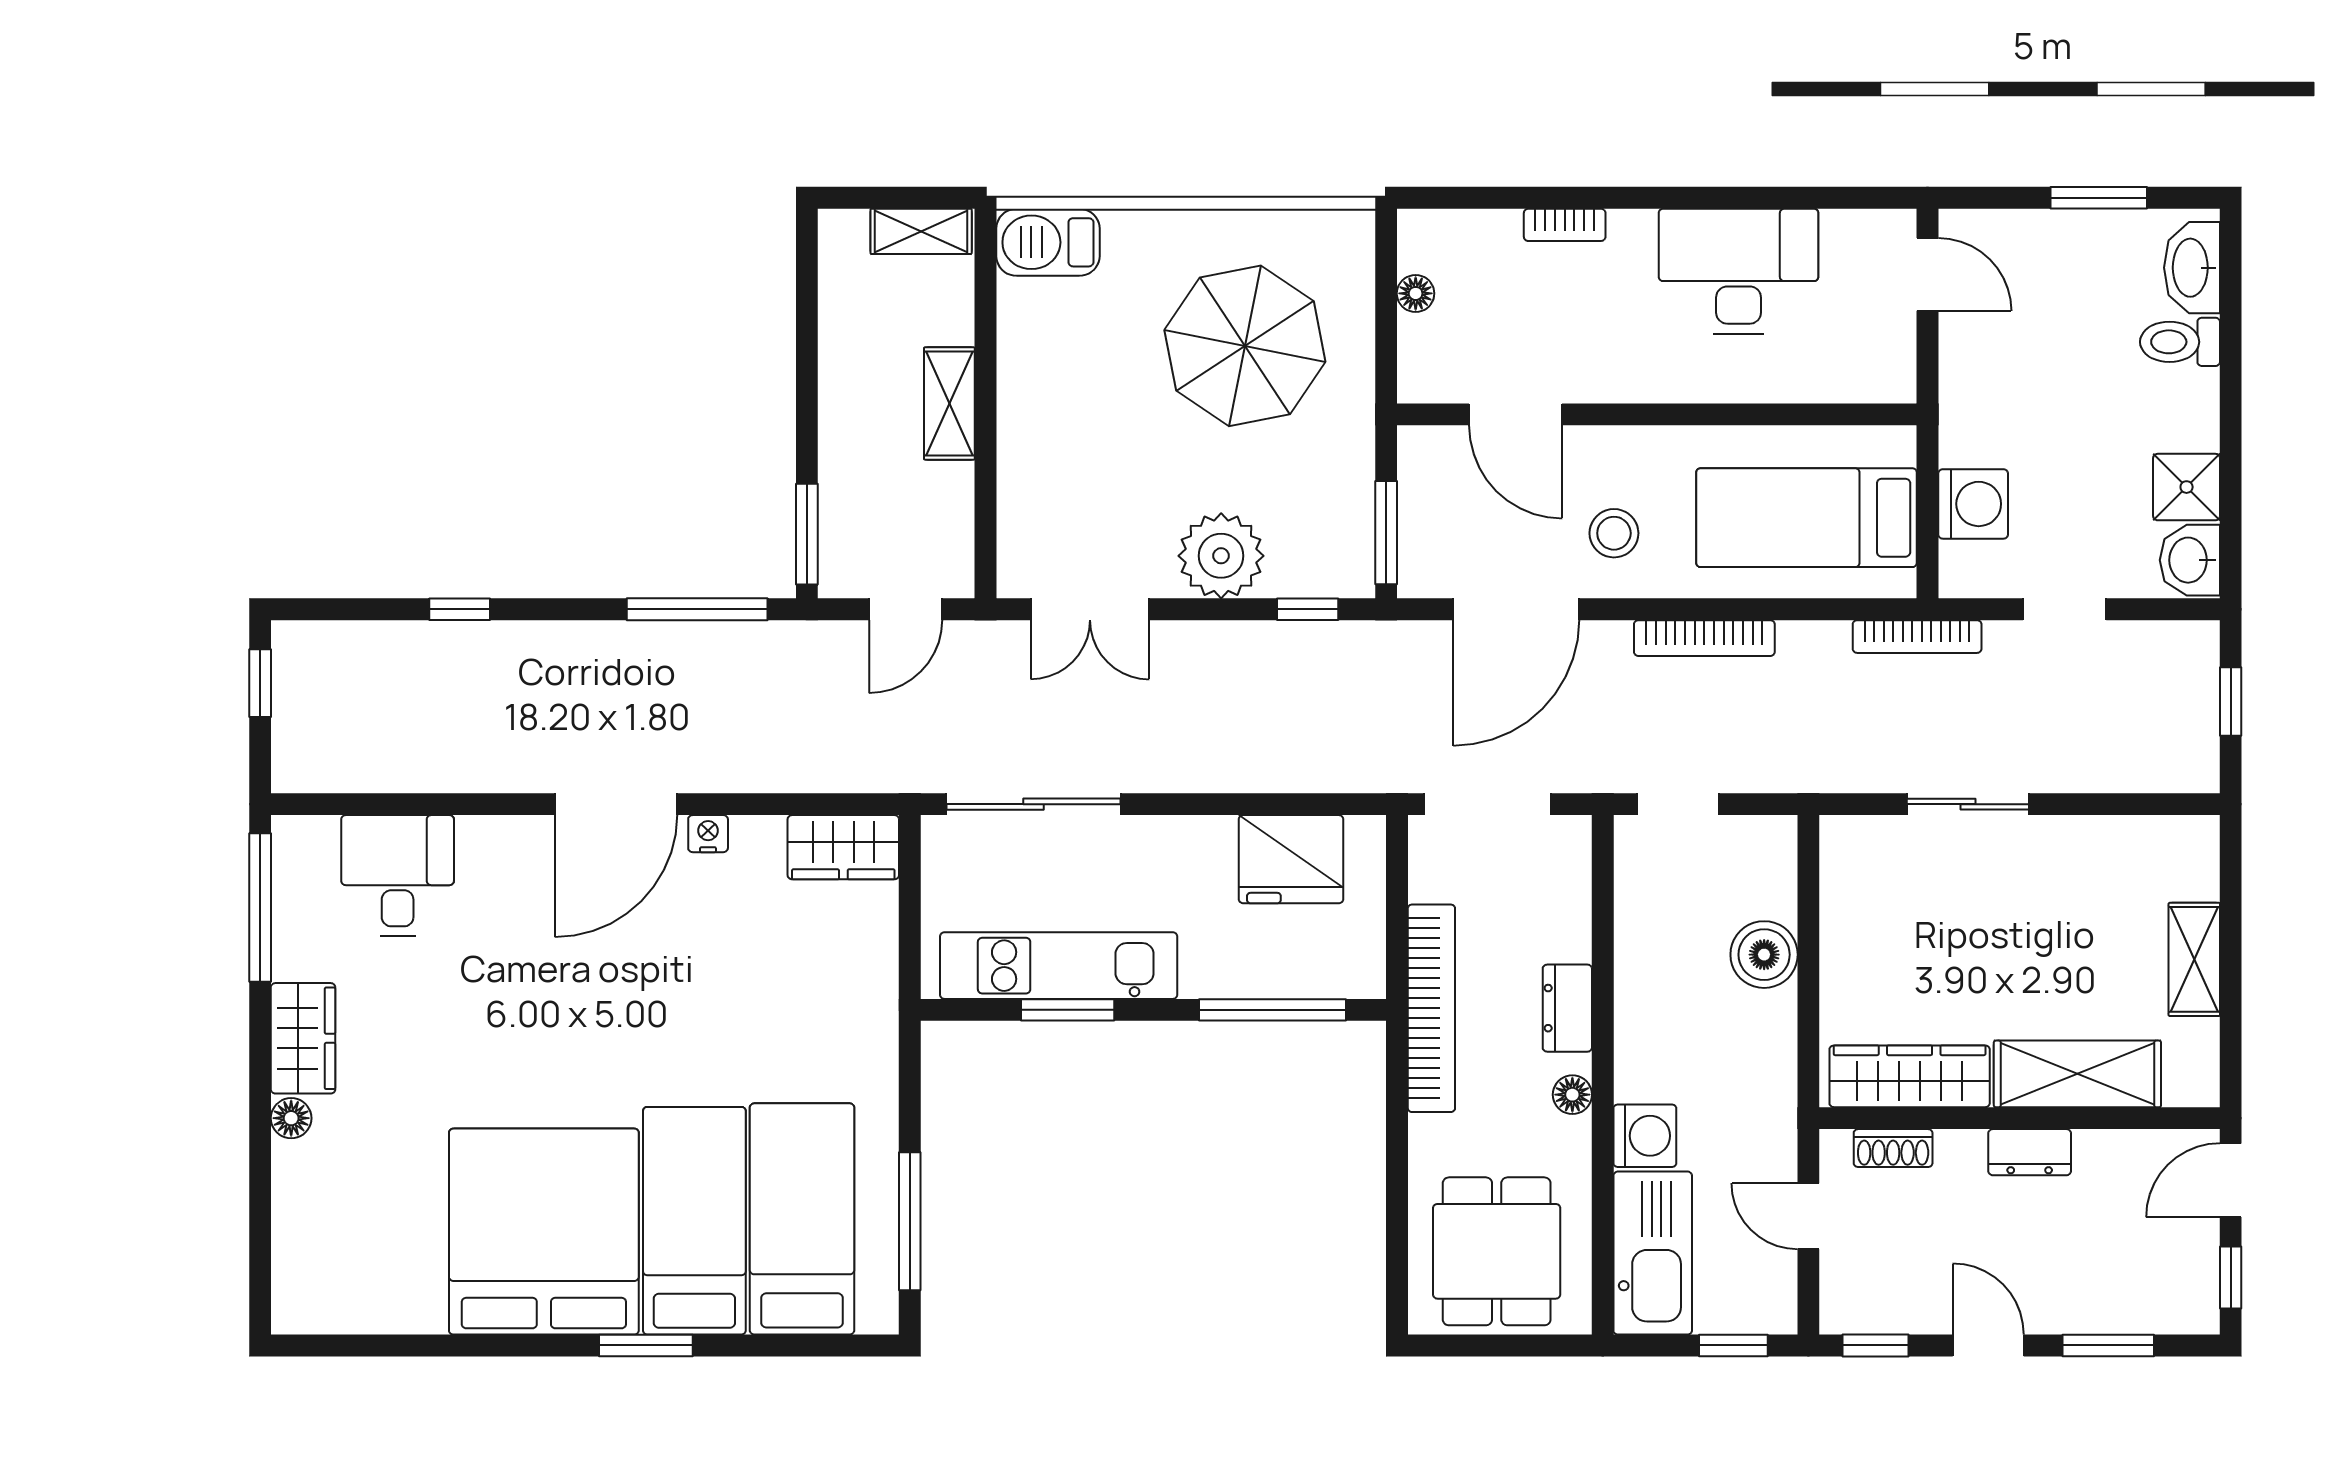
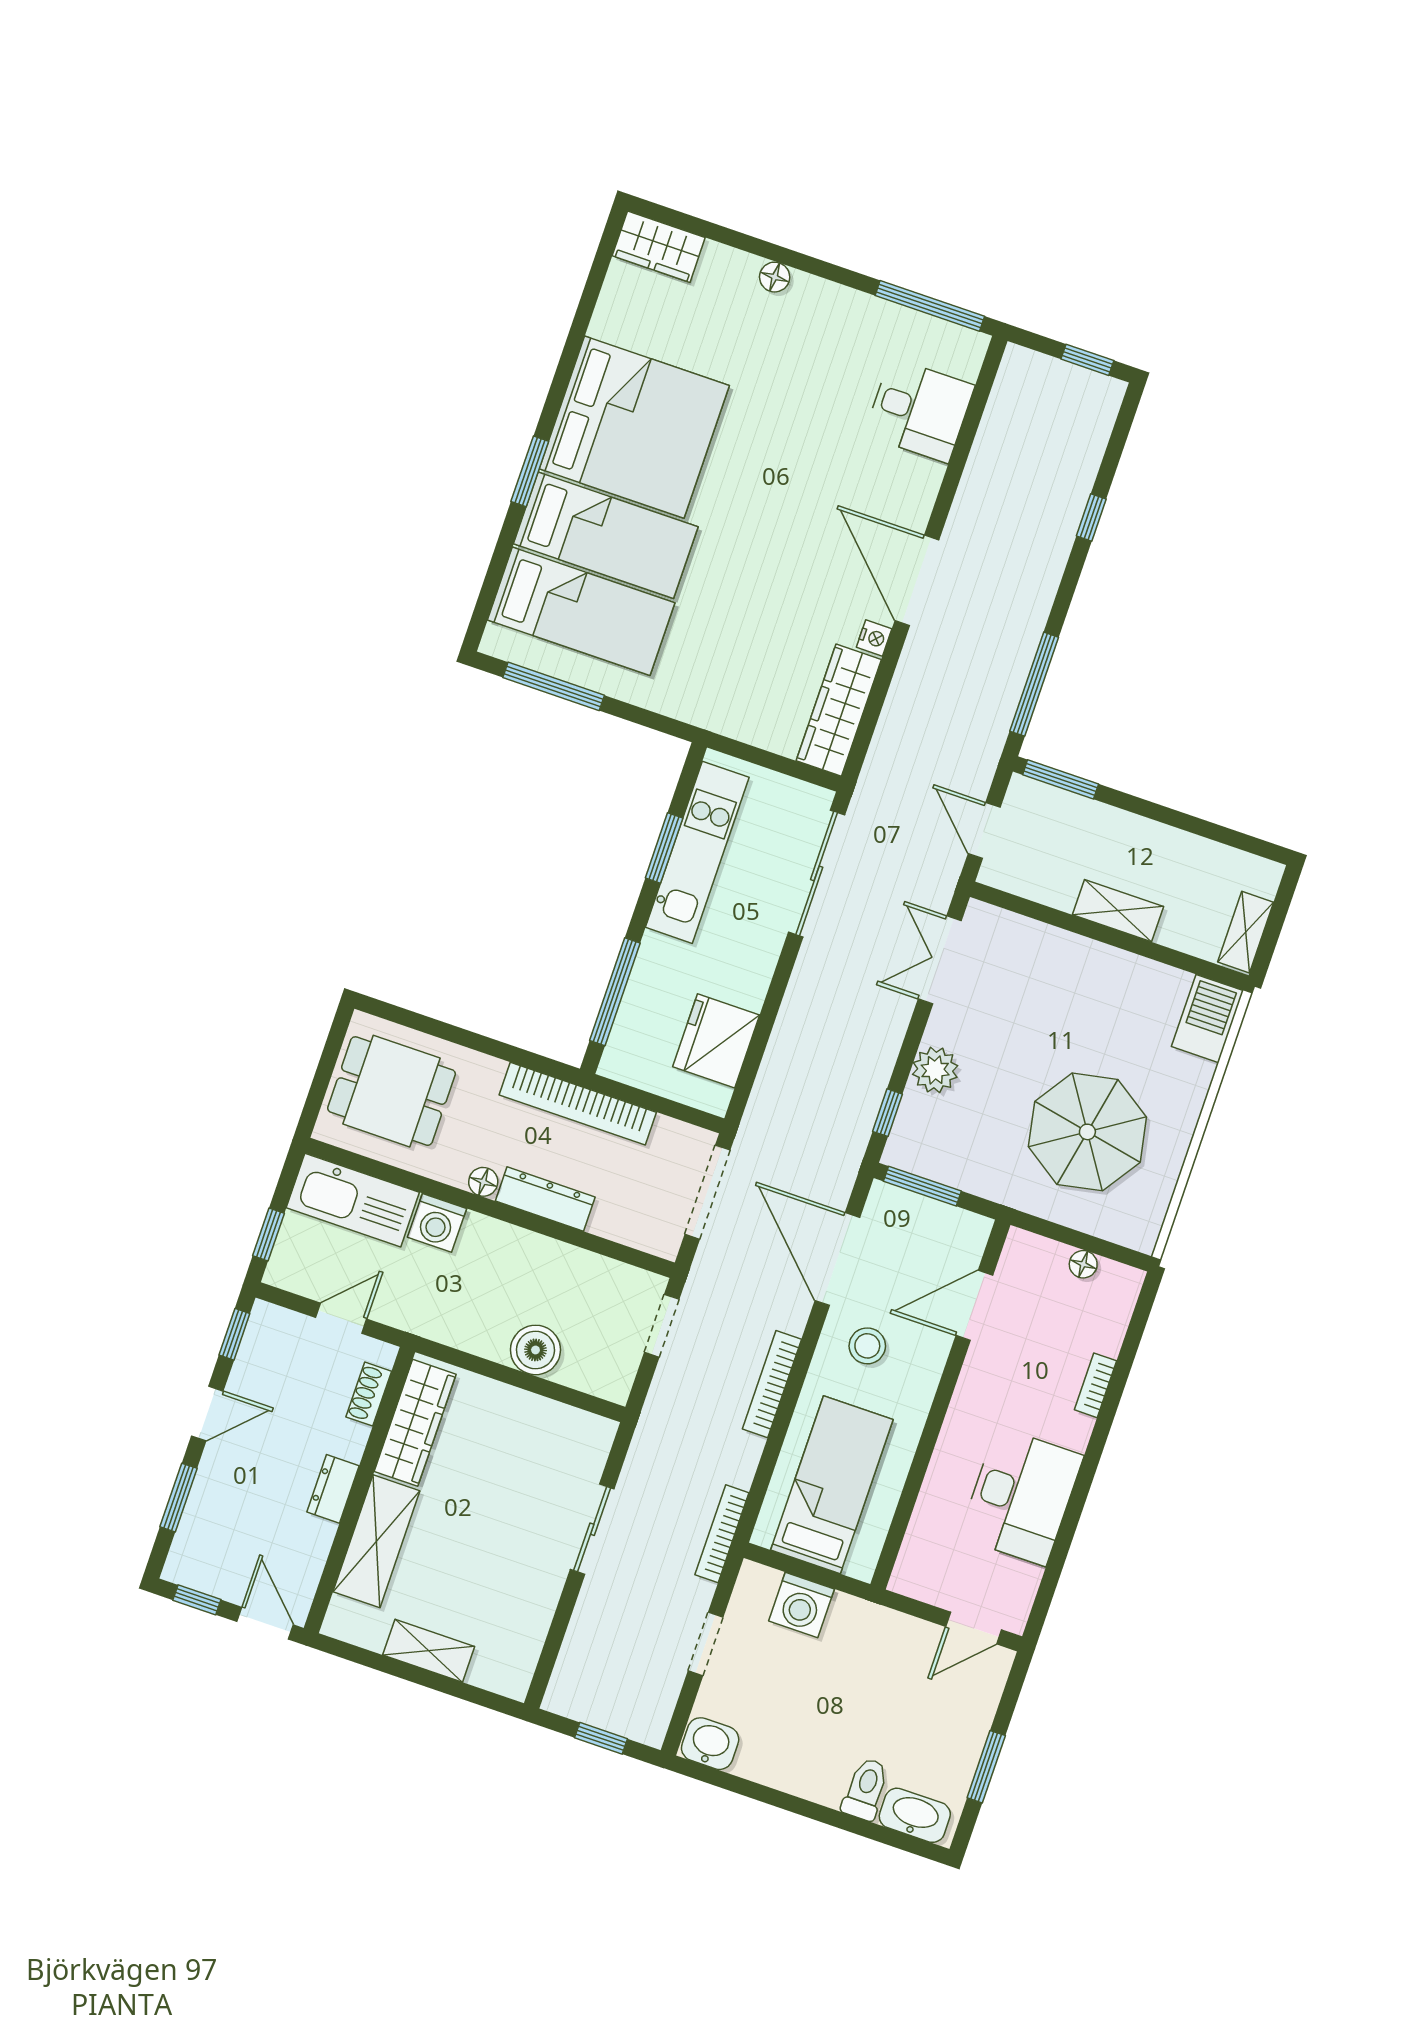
shower: (2187, 487) -> (762, 1759), removed
plant: (1221, 556) -> (935, 1070), width x0.73, depth x0.73
wardrobe: (843, 847) -> (839, 710), width x1.50
dresser: (1567, 1008) -> (545, 1199), width x1.44
wardrobe: (303, 1038) -> (659, 247), moved

